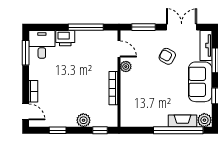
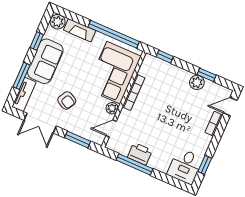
printer: (65, 38) -> (140, 154), moved
door: (119, 49) -> (111, 128), hinge flipped
window: (26, 53) -> (205, 165), width x0.67
corner sofa: (138, 97) -> (114, 73), added
door: (26, 112) -> (230, 107), hinge flipped
plant: (83, 120) -> (197, 82), moved
window: (178, 130) -> (114, 34), moved

